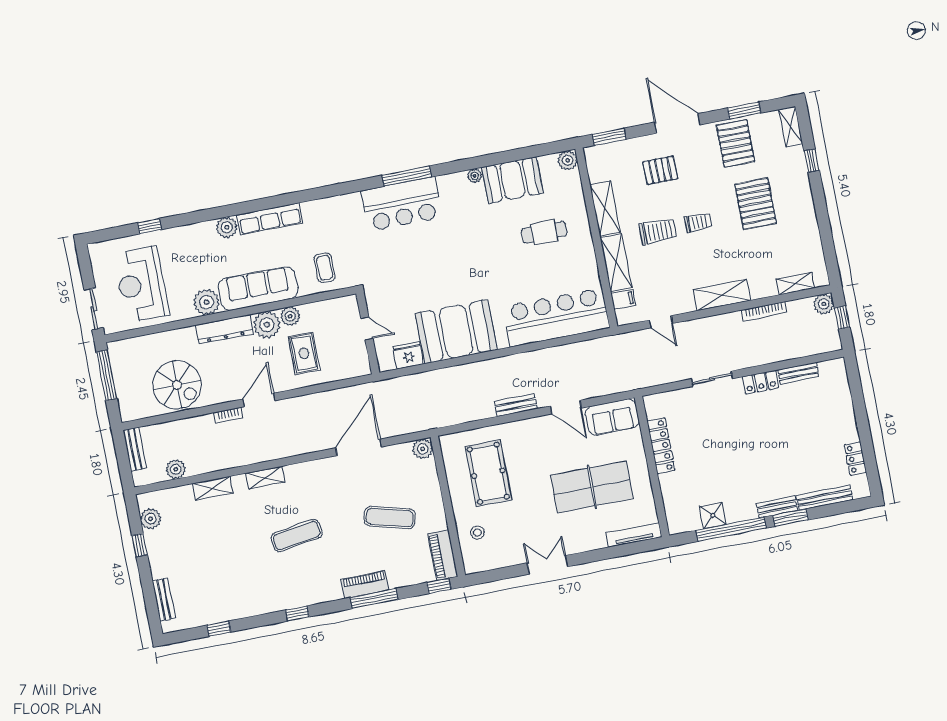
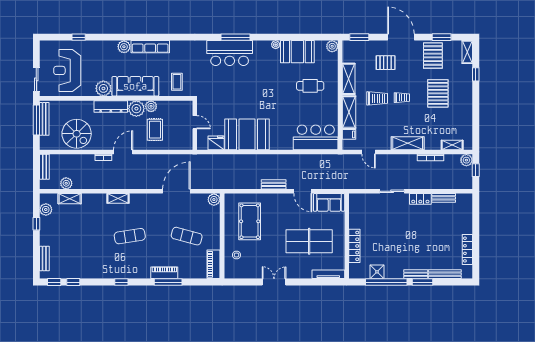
bar counter: (556, 317) -> (316, 137), width x0.73
bench: (119, 371) -> (44, 119), added
locker: (661, 446) -> (354, 246), moved
locker: (855, 459) -> (467, 250), width x1.53
shelving: (213, 488) -> (70, 199), moved
window: (439, 586) -> (54, 282), moved

